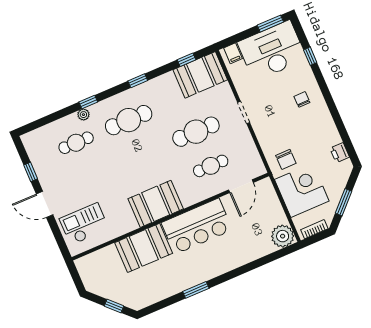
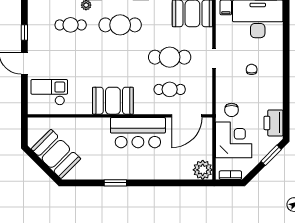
window: (310, 56) -> (286, 36), removed
chair: (302, 99) -> (252, 69), moved
printer: (340, 153) -> (274, 123), width x1.87, depth x1.48
door: (241, 186) -> (187, 116), width x1.36
window: (344, 202) -> (271, 155), moved
booth: (144, 248) -> (56, 154), moved, turned 45
window: (114, 306) -> (45, 168), removed

